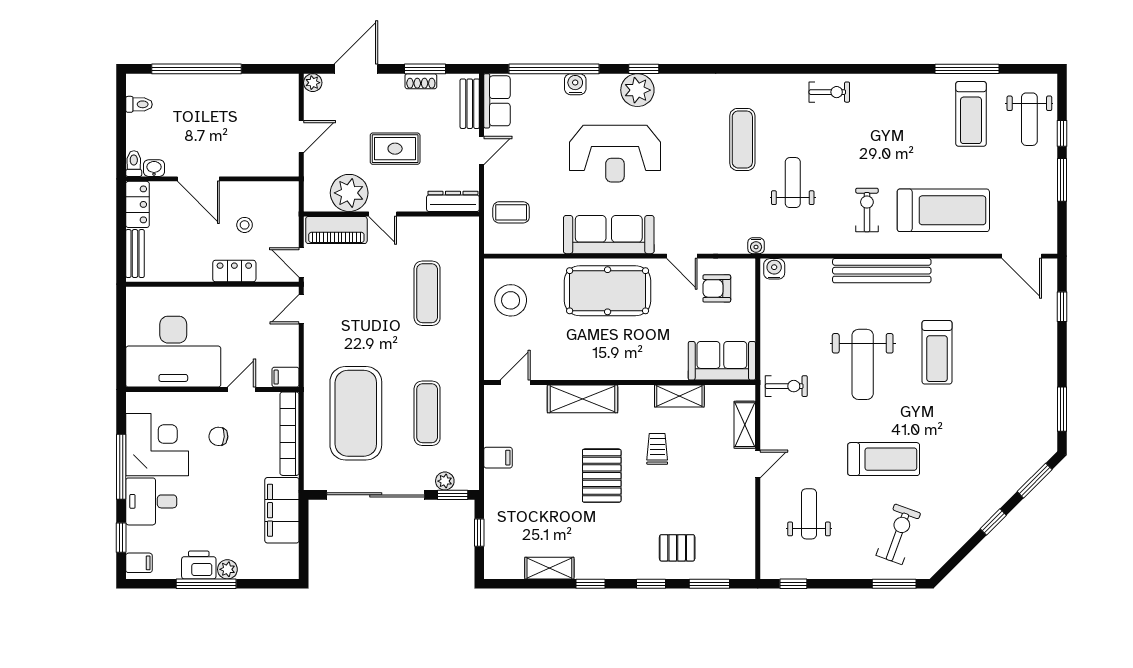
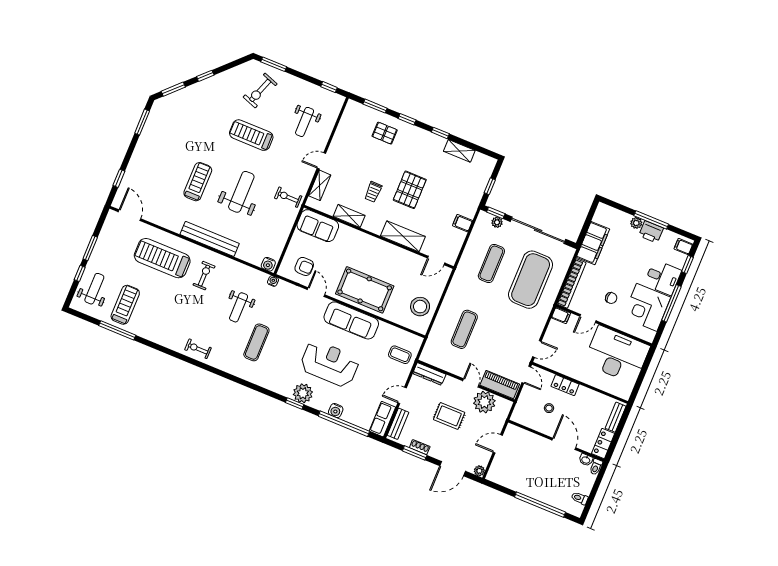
exercise bike: (867, 210) -> (204, 276), turned 180

